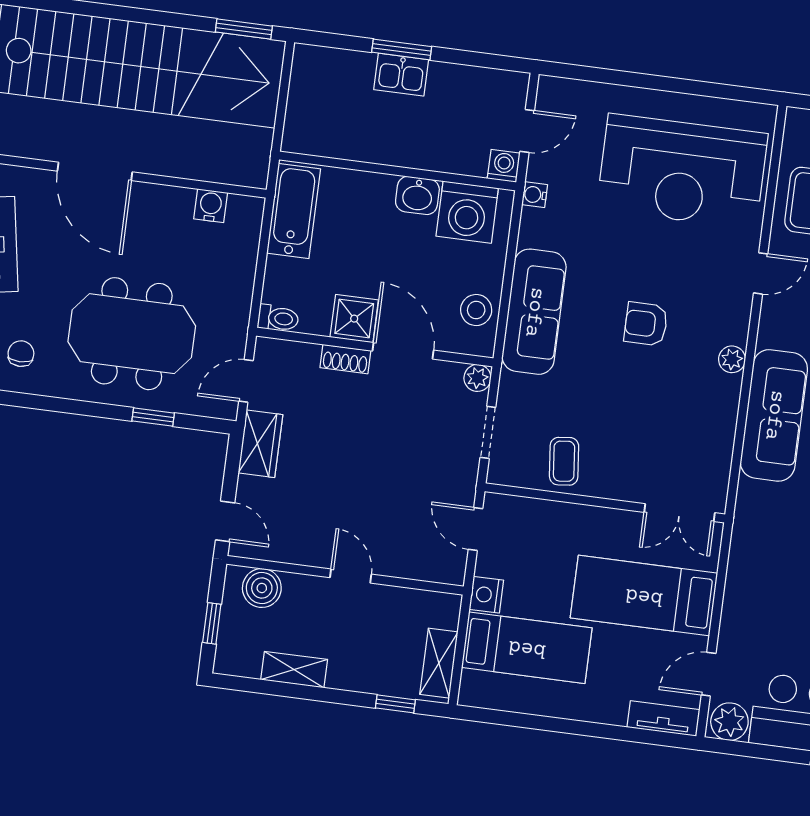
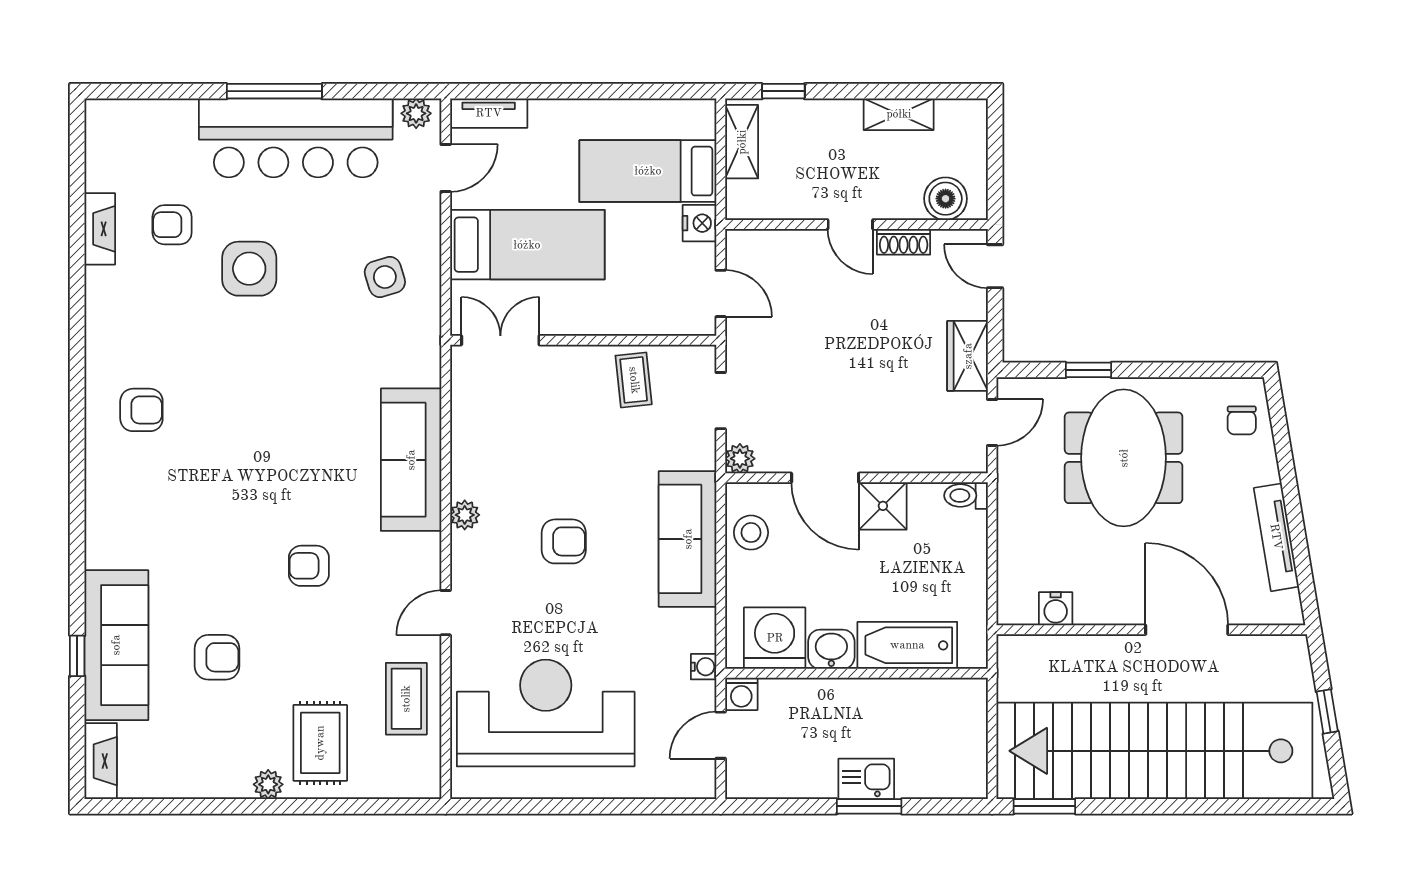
bathtub: (294, 211) -> (907, 645), moved, turned 90
meeting table: (132, 334) -> (1124, 458), turned 90
shoe rack: (345, 359) -> (904, 242), moved, turned 180
side table: (776, 583) -> (385, 277), added
window: (212, 623) -> (995, 153), removed
plant: (729, 722) -> (416, 113), width x0.73, depth x0.73

